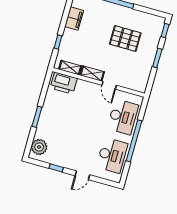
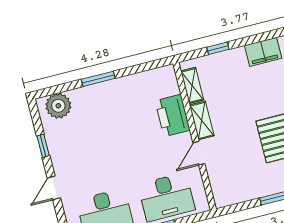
printer: (64, 83) -> (173, 115), moved
door: (82, 175) -> (54, 188), hinge flipped

